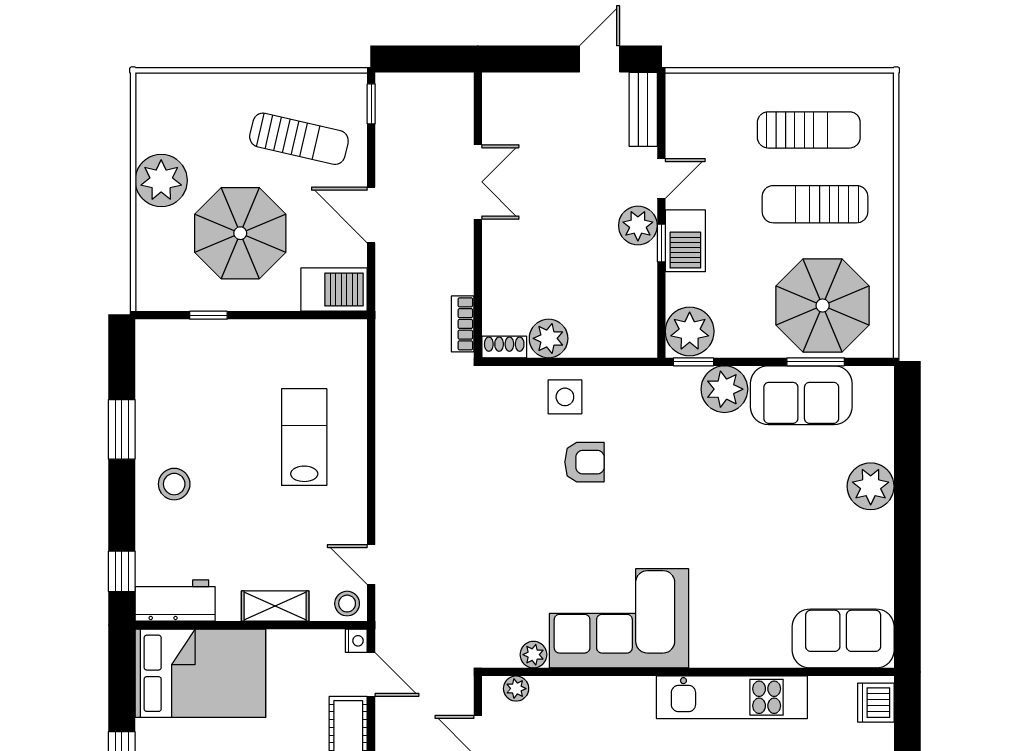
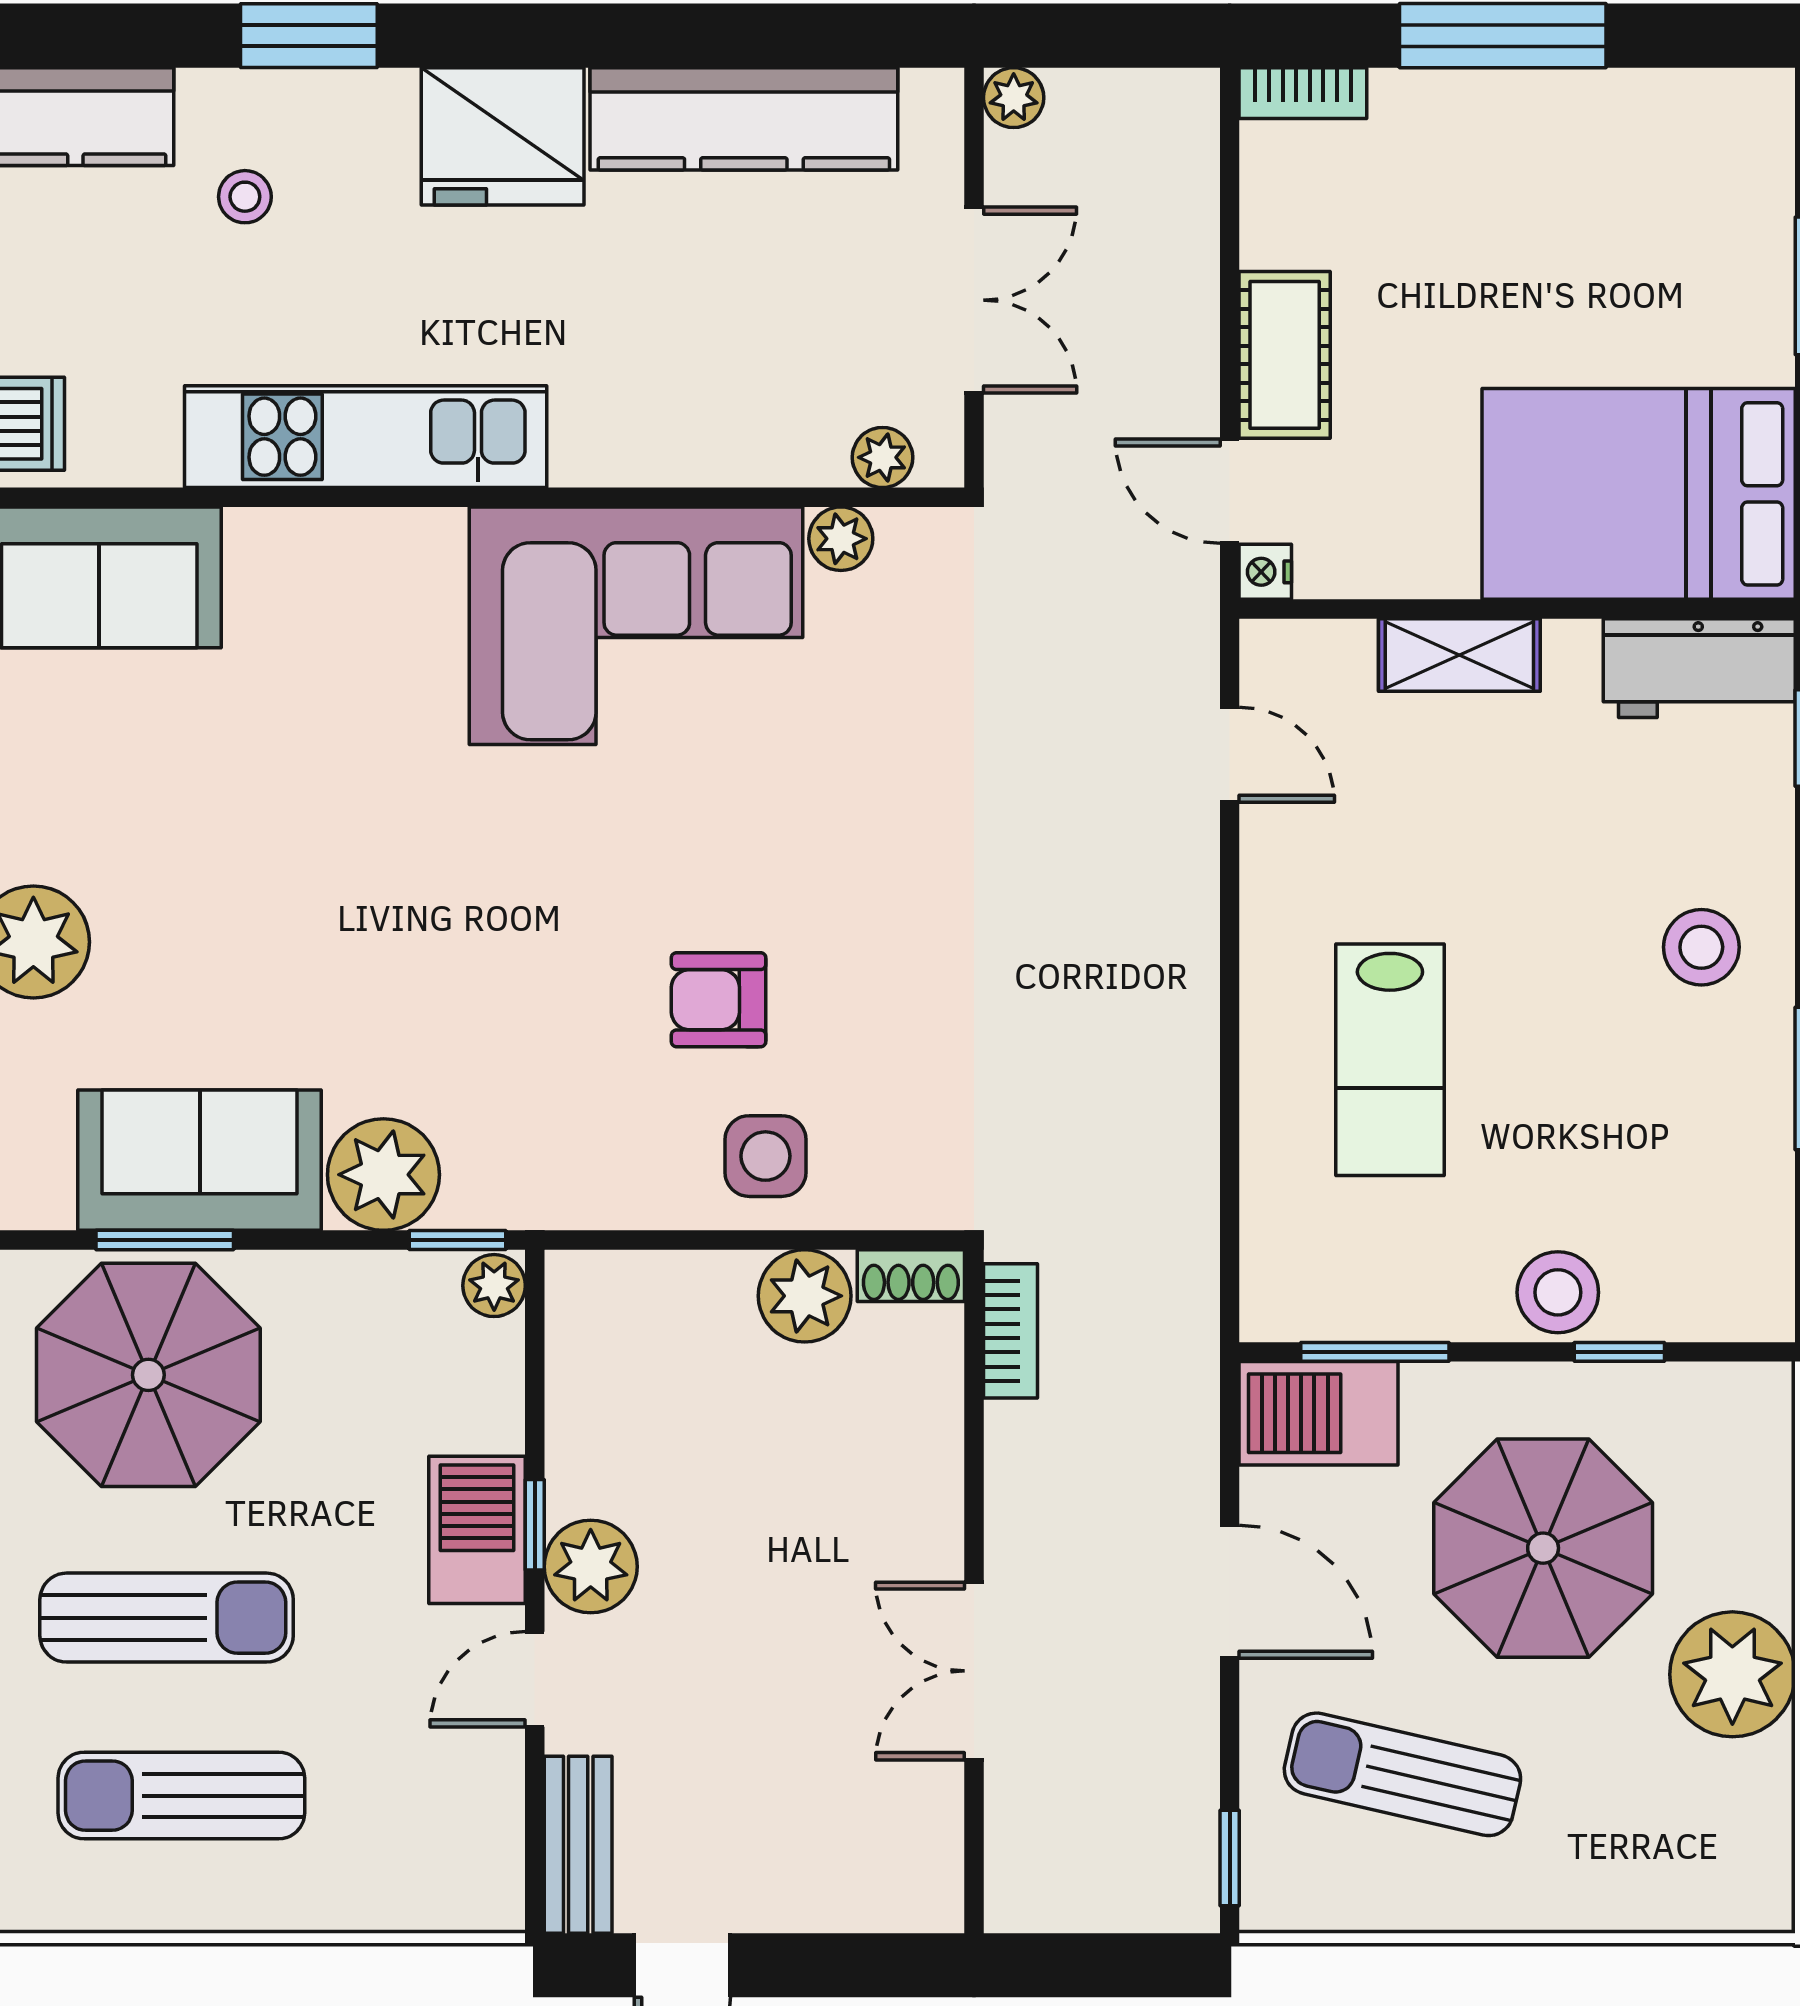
window: (310, 315) -> (1375, 1352), added
plant: (690, 331) -> (494, 1286), width x0.53, depth x0.53
stool: (347, 604) -> (1558, 1292), moved, width x1.37, depth x1.37

